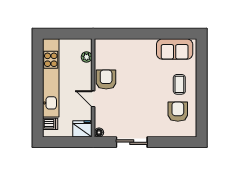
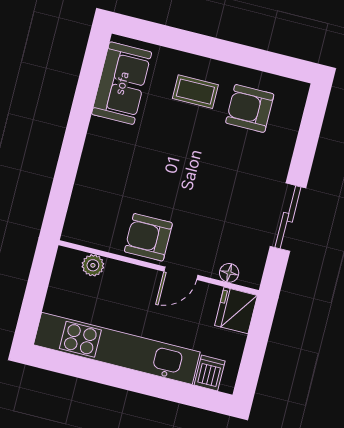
floor lamp: (99, 132) -> (229, 273), moved

